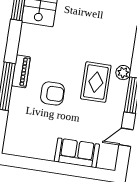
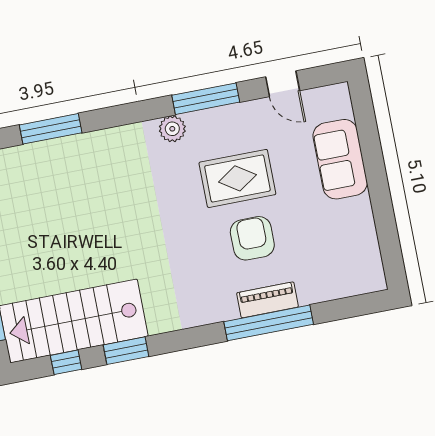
piano: (21, 71) -> (267, 300), moved
rug: (96, 82) -> (237, 178), moved

